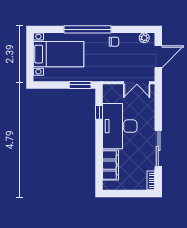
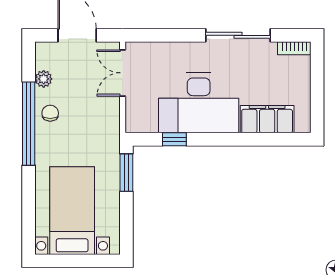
window: (88, 29) -> (29, 124), moved
plant: (144, 38) -> (44, 79), moved
double door: (137, 83) -> (123, 73), swing flipped

